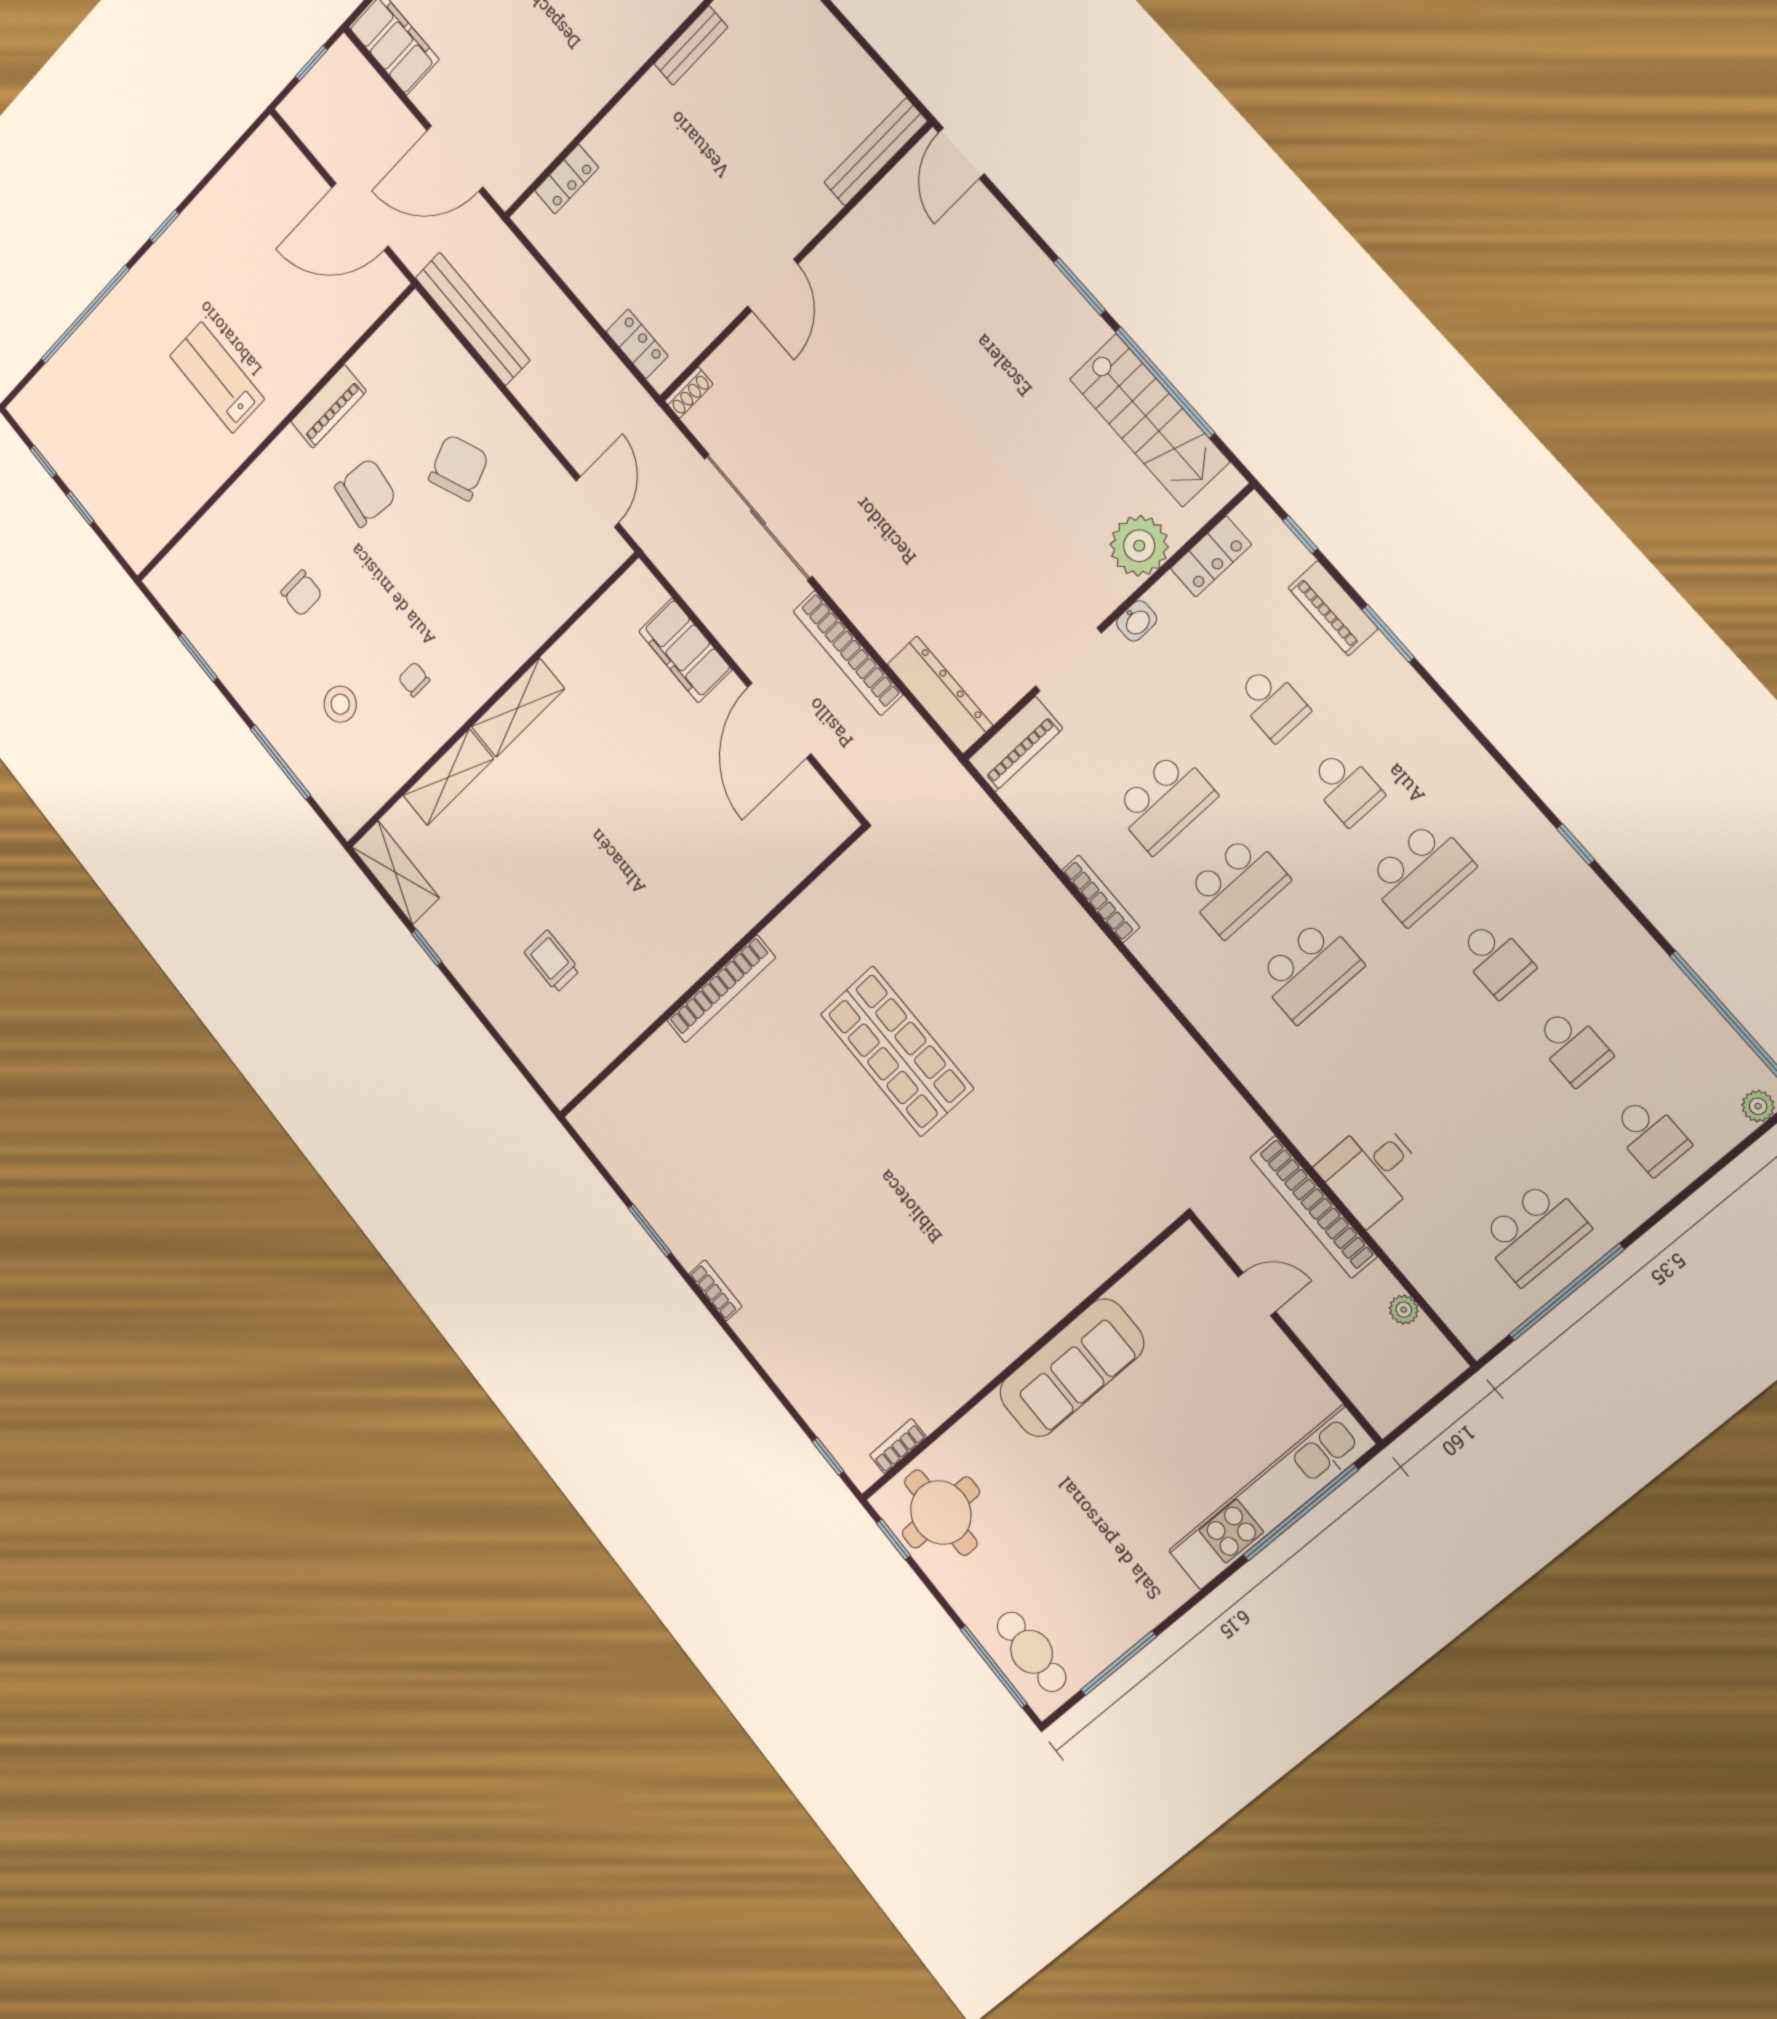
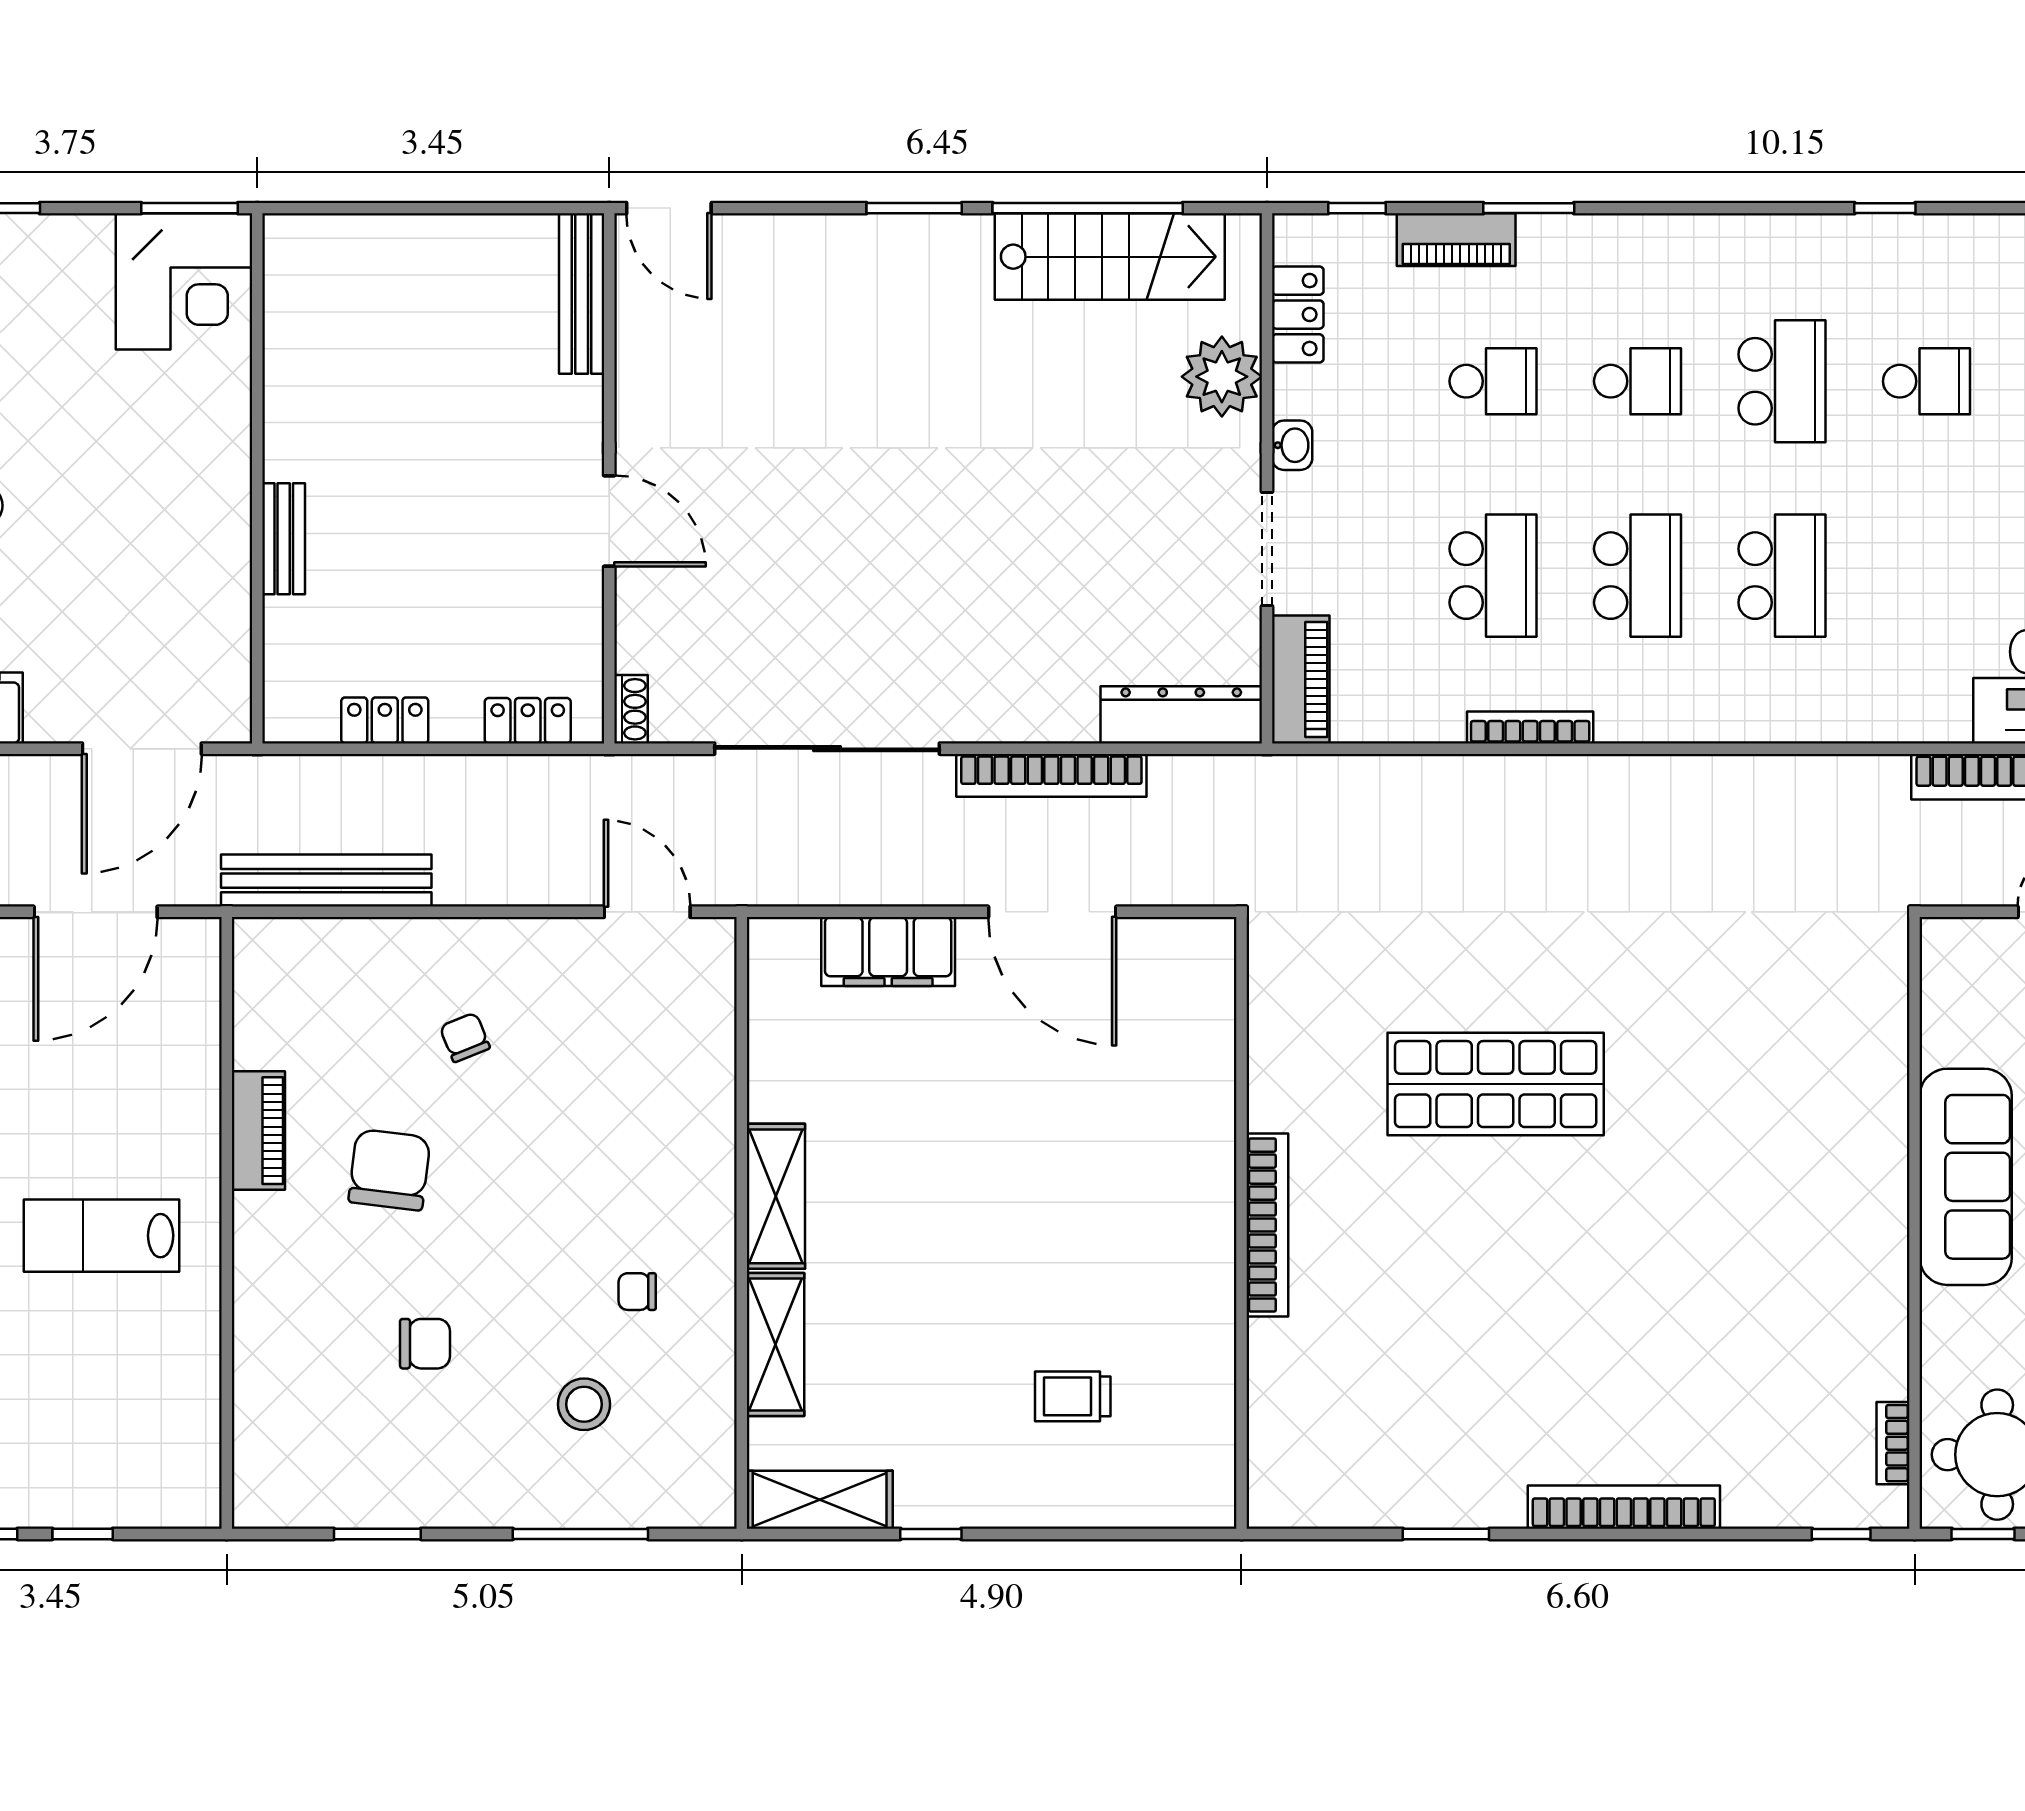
bench: (691, 45) -> (284, 539), moved
locker: (567, 179) -> (385, 720), moved, turned -90
chair: (459, 468) -> (465, 1037), width x0.54, depth x0.54
bookcase: (715, 1290) -> (1624, 1507), width x2.31, depth x1.31

